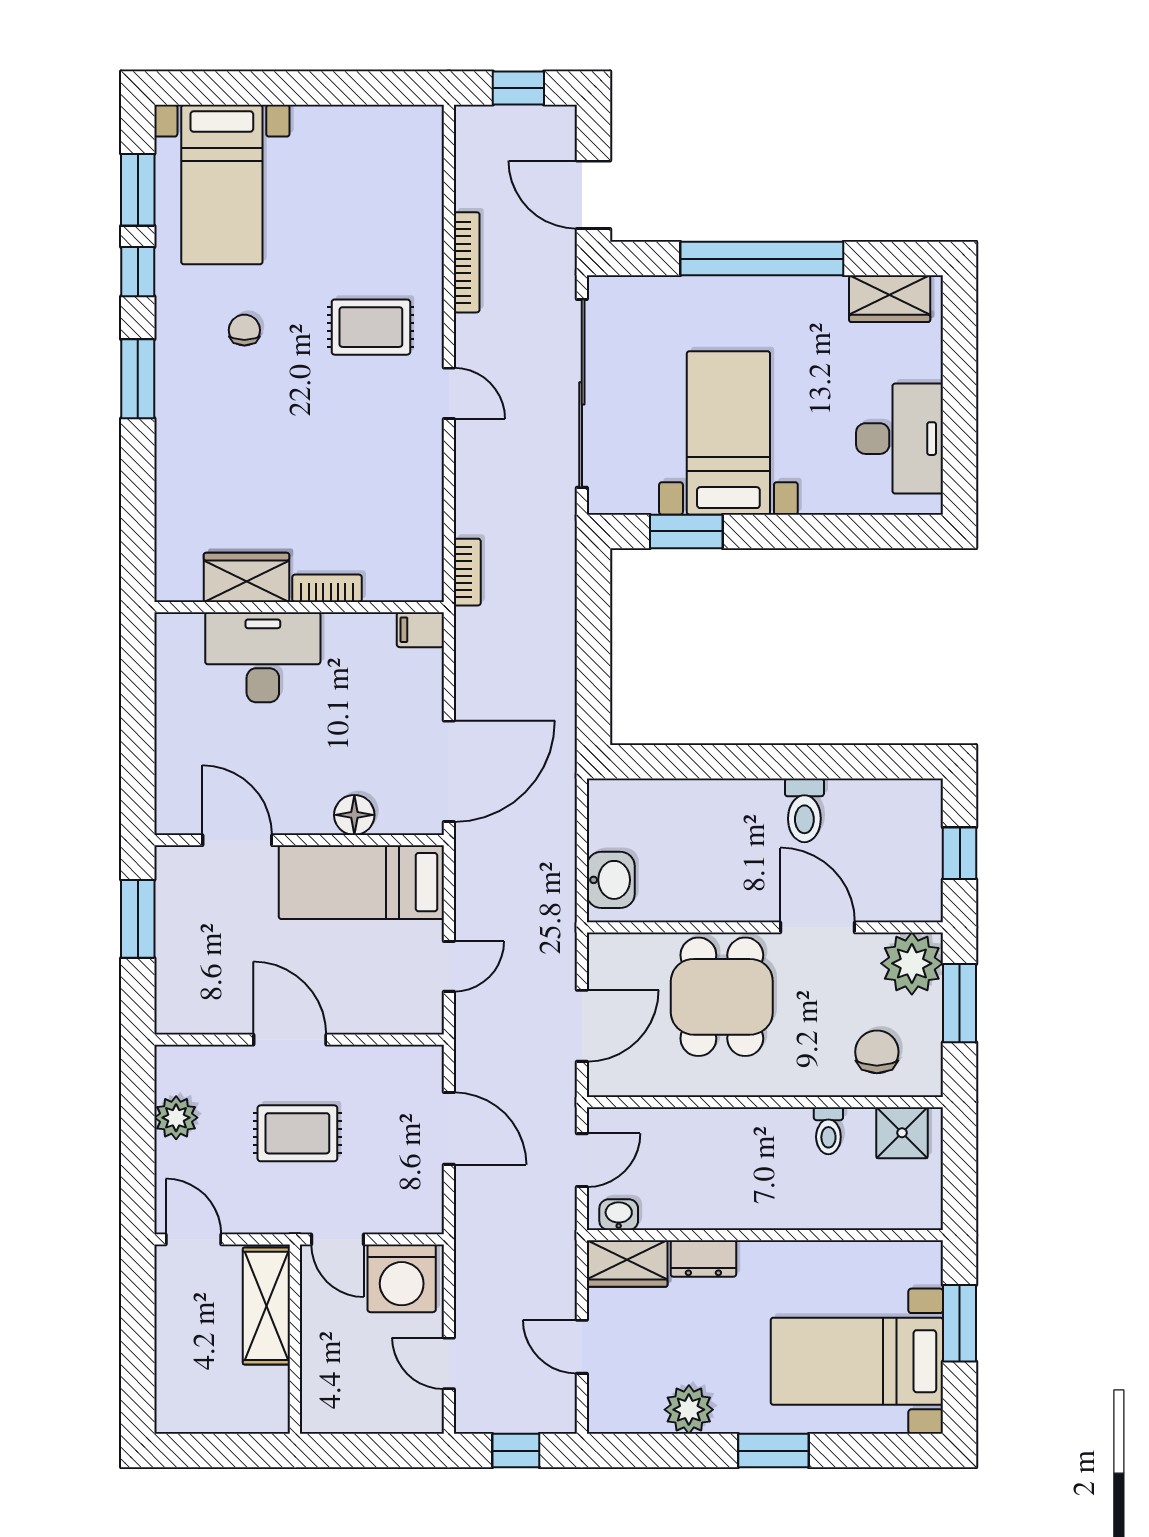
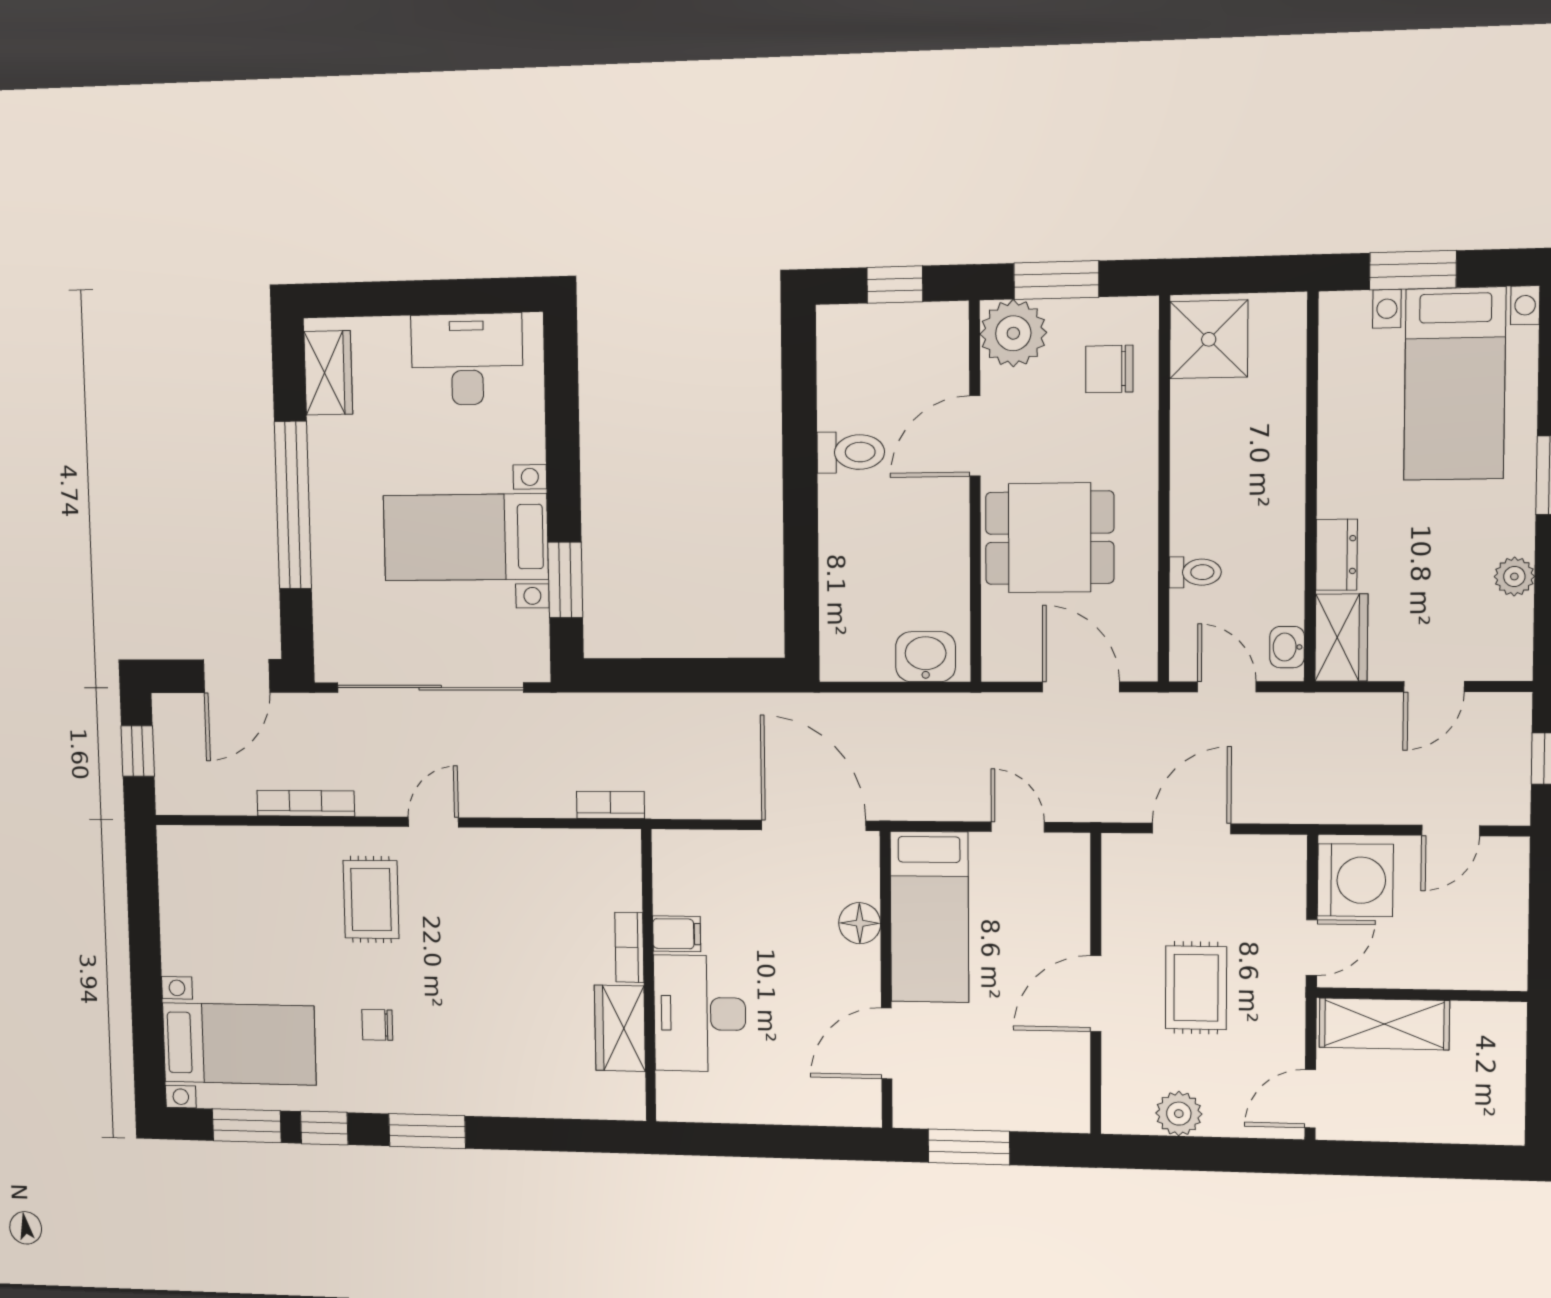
filing cabinet: (420, 630) -> (677, 934), moved, turned -90
toilet: (828, 1131) -> (1195, 572), moved
shower: (902, 1133) -> (1209, 339), width x1.36, depth x1.36
plant: (689, 1410) -> (1514, 576), width x0.73, depth x0.73

